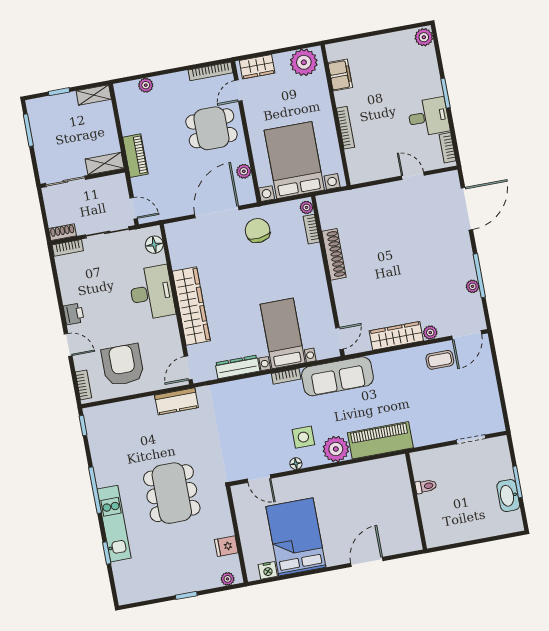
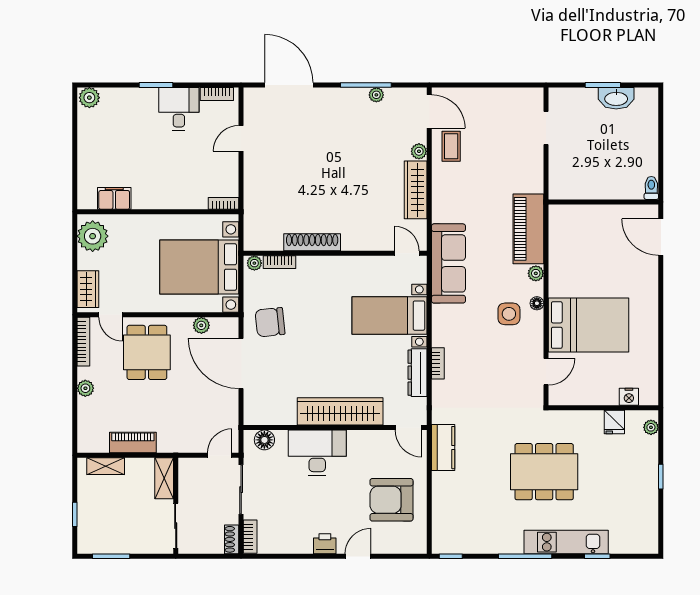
plant: (146, 85) -> (85, 388), moved
shelving: (94, 95) -> (106, 466), moved, turned 90
bookcase: (345, 128) -> (224, 203), moved, width x0.64
piano: (135, 156) -> (133, 443), moved
bookcase: (286, 376) -> (438, 363), moved
bookcase: (84, 385) -> (406, 547), removed
plant: (336, 449) -> (536, 273), width x0.53, depth x0.53
floor lamp: (296, 464) -> (537, 303), moved
toilet: (426, 486) -> (651, 188), moved
bed: (296, 537) -> (589, 325), moved, turned 180
door: (367, 562) -> (661, 237), moved
nightstand: (268, 570) -> (629, 397), moved, turned 90

